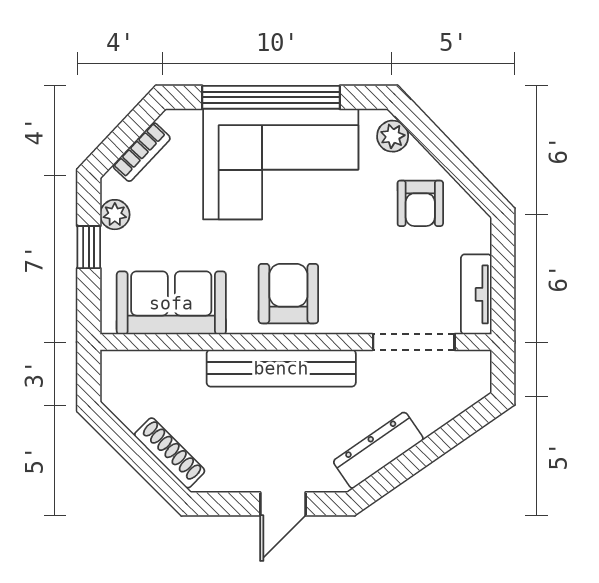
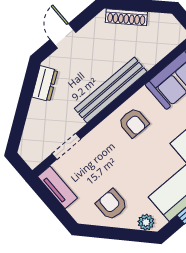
armchair: (288, 294) -> (134, 123), width x0.72, depth x0.72
doorway: (414, 342) -> (66, 146), width x0.73
dresser: (378, 450) -> (45, 84), width x0.70

